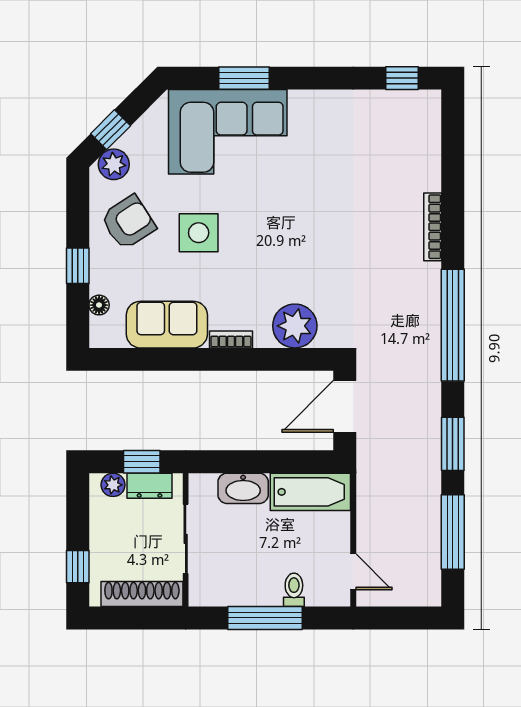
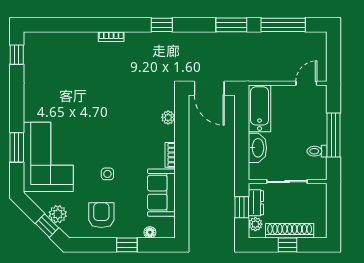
plant: (114, 164) -> (58, 214), moved
armchair: (128, 222) -> (101, 215), turned 33
bookcase: (433, 227) -> (111, 37), width x0.64
side table: (199, 233) -> (107, 174), width x0.54, depth x0.54
window: (453, 325) -> (162, 25), width x0.32
plant: (295, 326) -> (168, 117), width x0.53, depth x0.53
window: (78, 567) -> (288, 245), moved
toilet: (294, 590) -> (317, 151), moved
shoe rack: (142, 594) -> (290, 231), moved, turned 90

